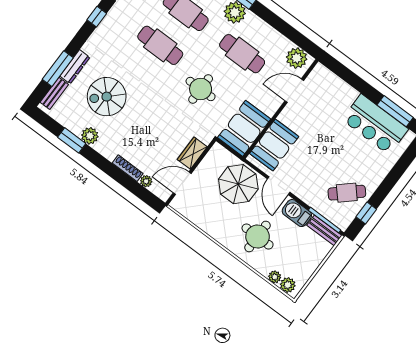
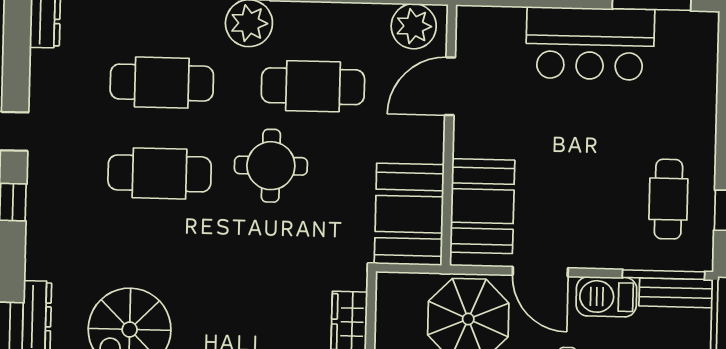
round table: (201, 89) -> (271, 166), moved
bar counter: (375, 124) -> (590, 44), moved
cafe table: (347, 193) -> (668, 199), turned -48

